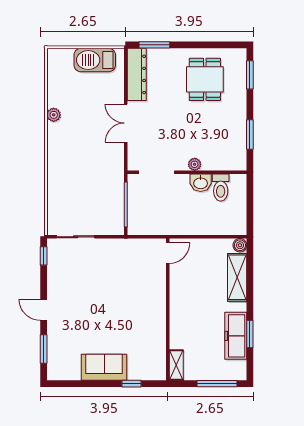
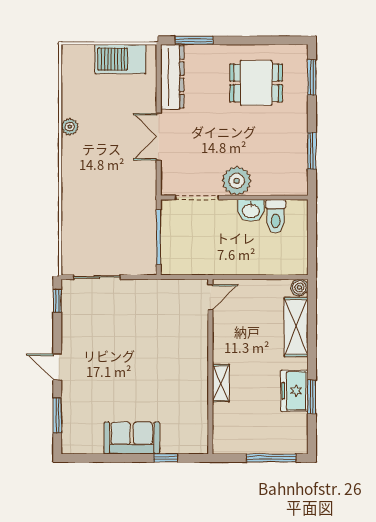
dining table: (205, 79) -> (256, 83), turned 90
plant: (195, 164) -> (237, 181), width x1.88, depth x1.88
freezer: (236, 336) -> (294, 391), width x0.71
shelving: (176, 365) -> (221, 383), moved

